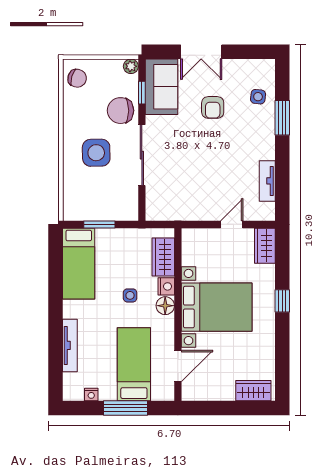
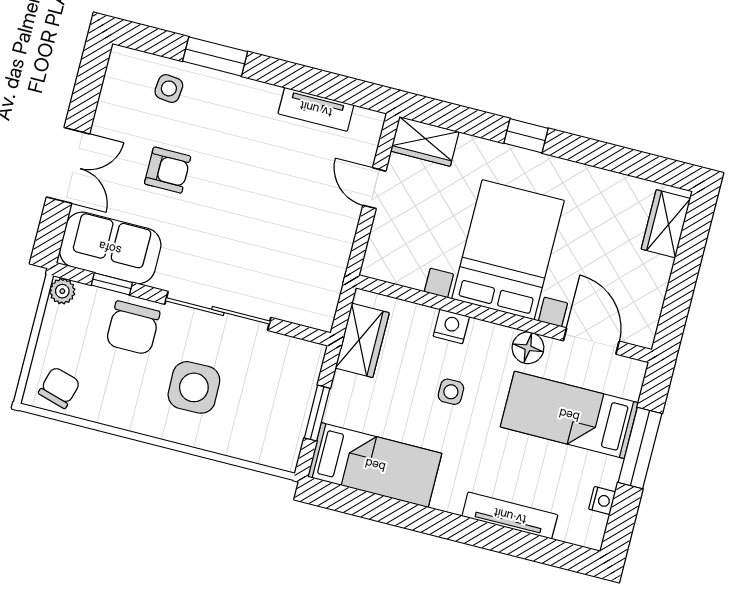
wardrobe: (163, 257) -> (362, 340), moved, turned -90
floor lamp: (165, 306) -> (528, 348), moved

